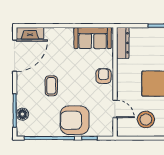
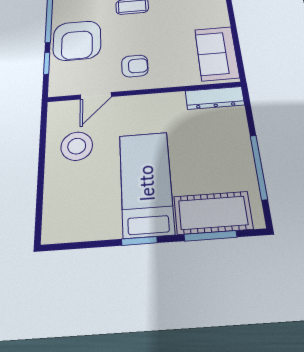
armchair: (104, 76) -> (135, 66), moved
armchair: (75, 120) -> (77, 40), turned 180

